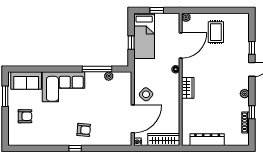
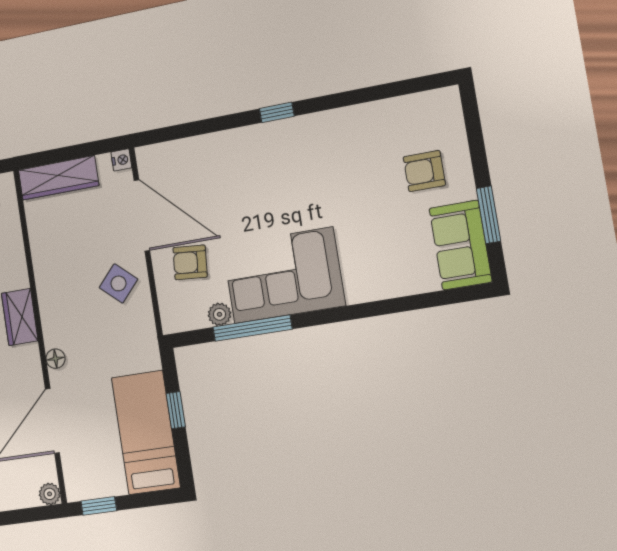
window: (157, 10) -> (99, 506), moved
sofa: (26, 81) -> (460, 245), moved, turned -90
corner sofa: (63, 87) -> (284, 275), moved
door: (133, 119) -> (142, 215), swing flipped
armchair: (84, 130) -> (190, 262), moved

